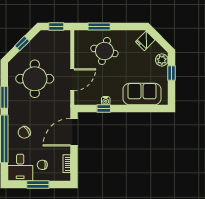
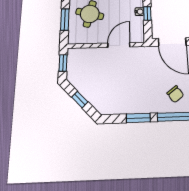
round table: (35, 79) -> (118, 84), removed
door: (72, 80) -> (119, 45), hinge flipped

